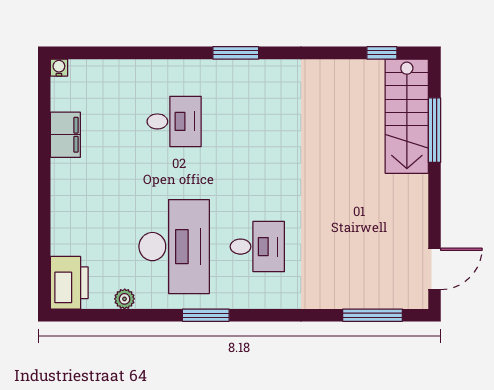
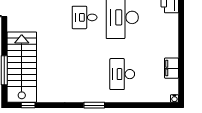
stairs: (407, 116) -> (22, 67), width x1.36, depth x1.51
desk: (174, 121) -> (122, 74), width x1.37

